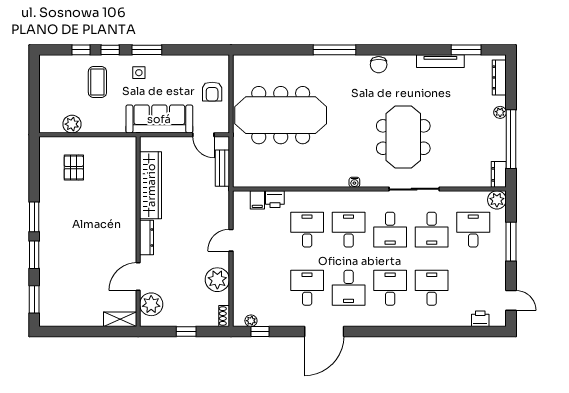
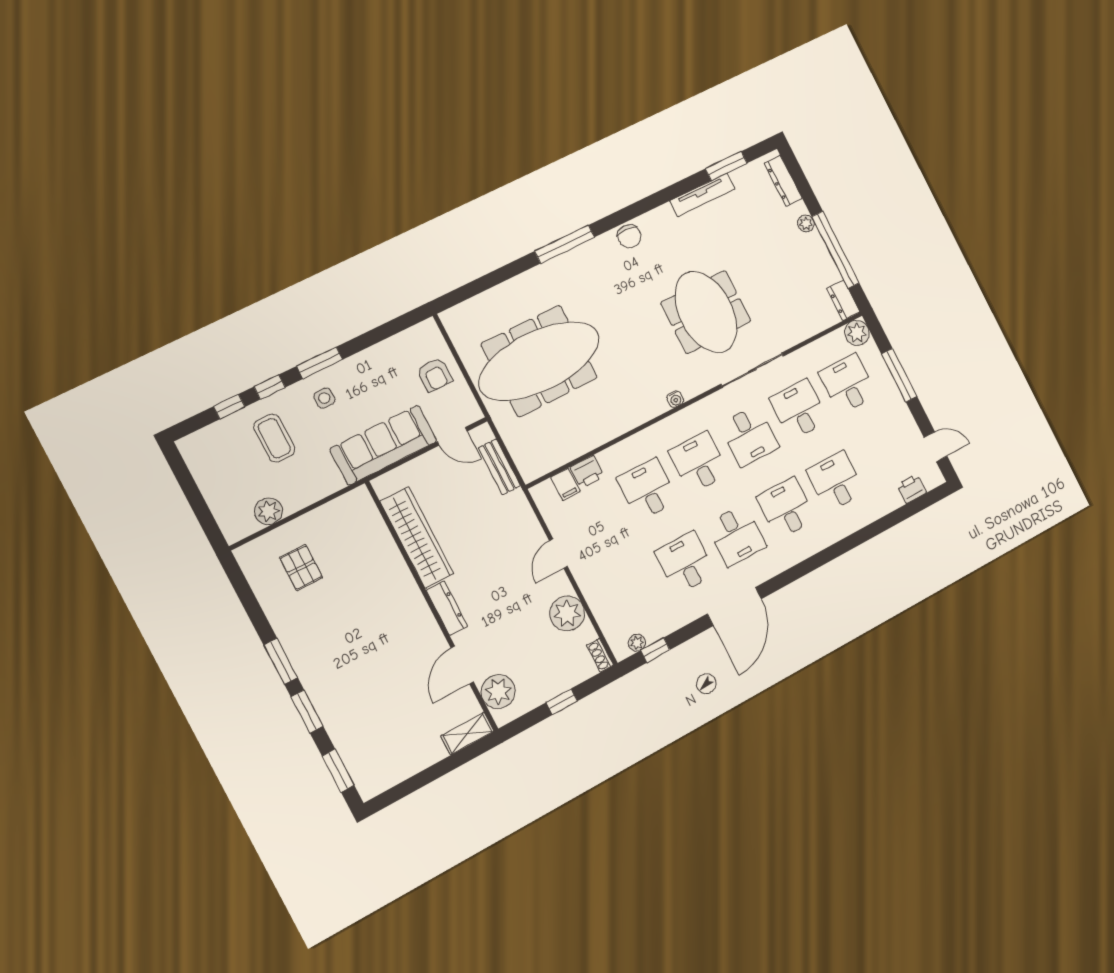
desk: (432, 230) -> (799, 410), turned 180

